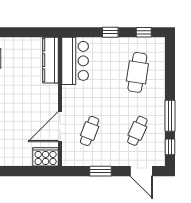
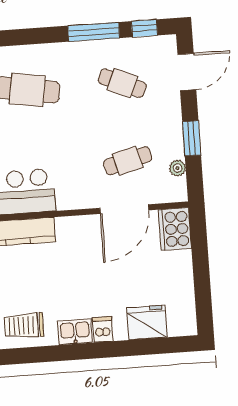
door: (60, 127) -> (124, 209), hinge flipped
cafe table: (90, 131) -> (128, 161), turned -36
plant: (83, 161) -> (178, 168), added

